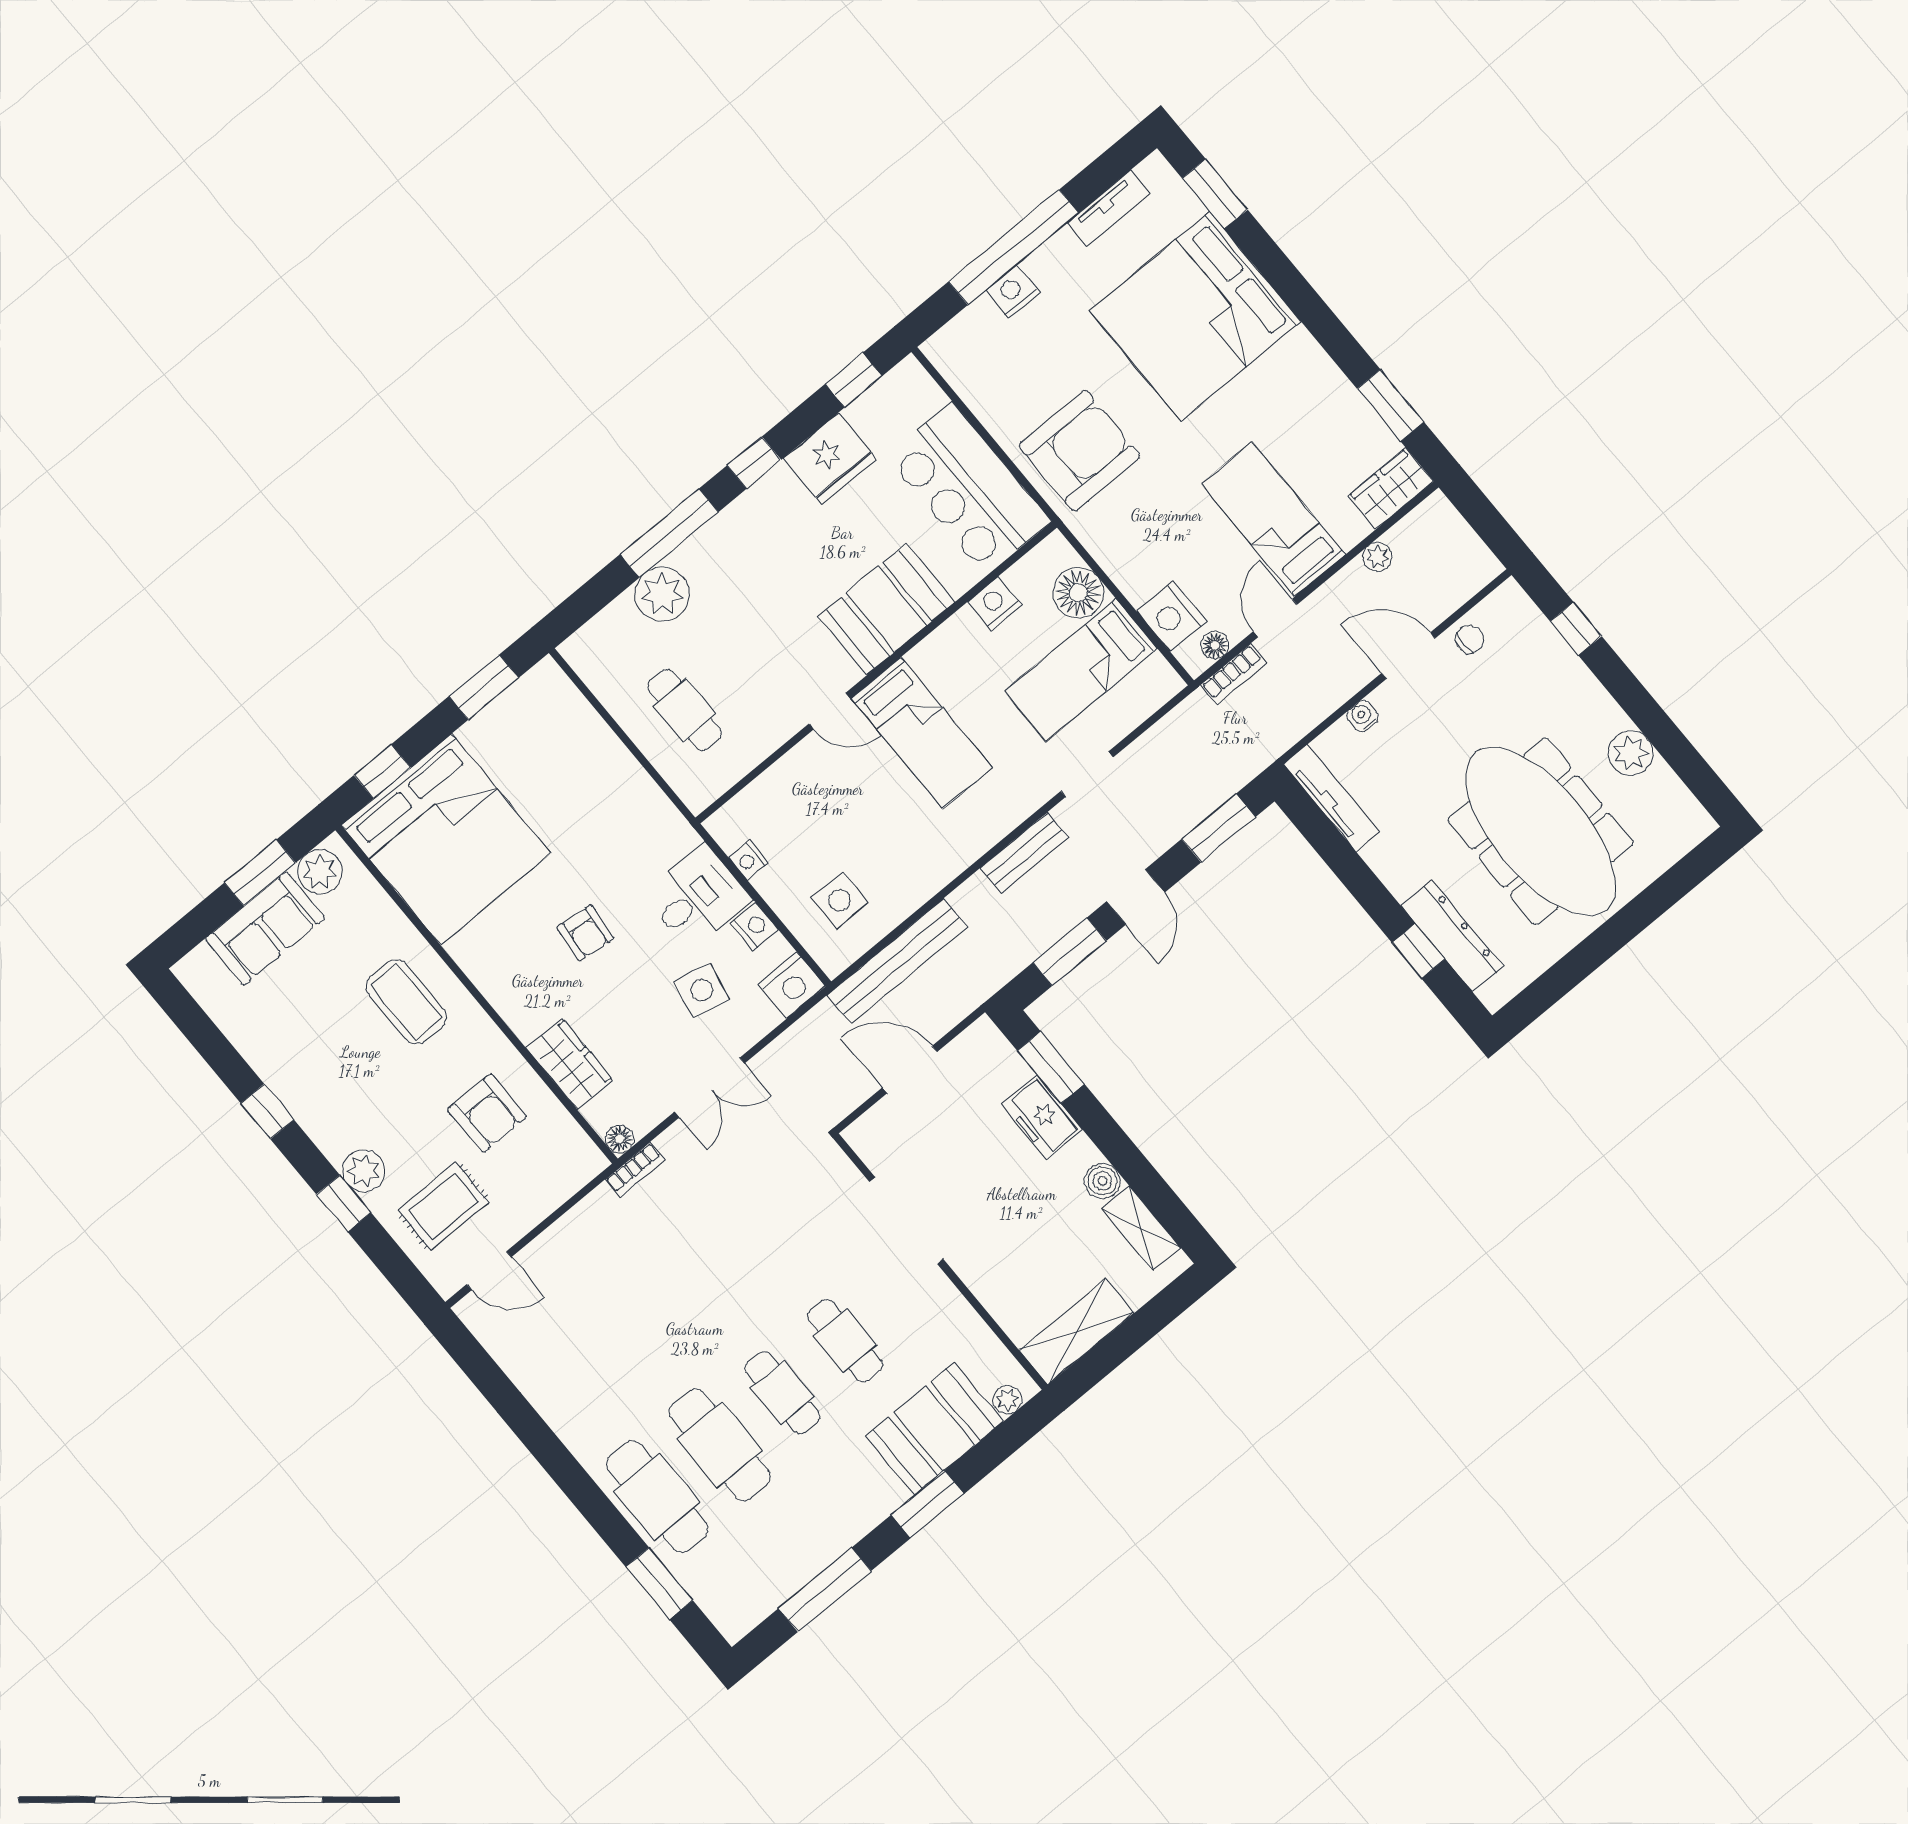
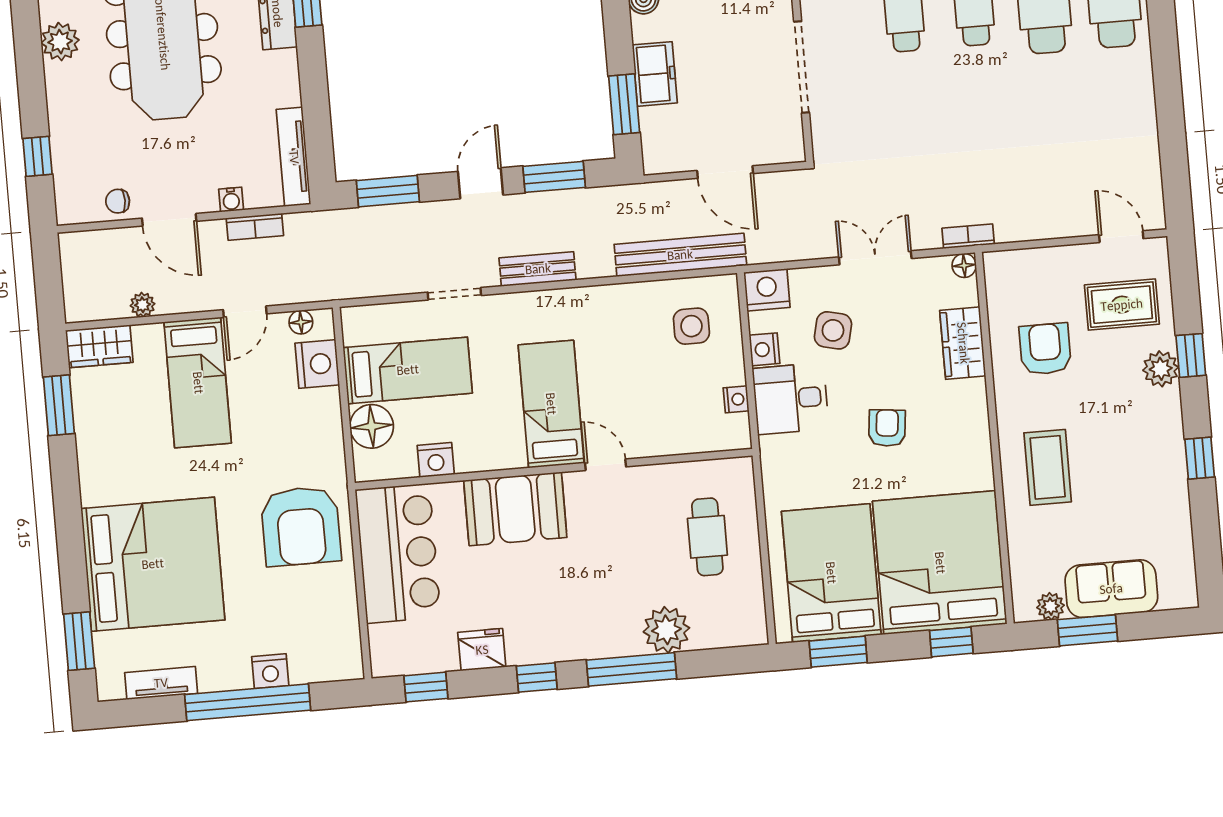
armchair: (1080, 451) -> (301, 526), turned -90
fridge: (830, 459) -> (482, 650), width x0.73, depth x0.75
bookcase: (1234, 674) -> (255, 227), moved, turned 180
bed: (542, 758) -> (831, 573), added
plant: (320, 872) -> (1051, 606), width x0.73, depth x0.73

